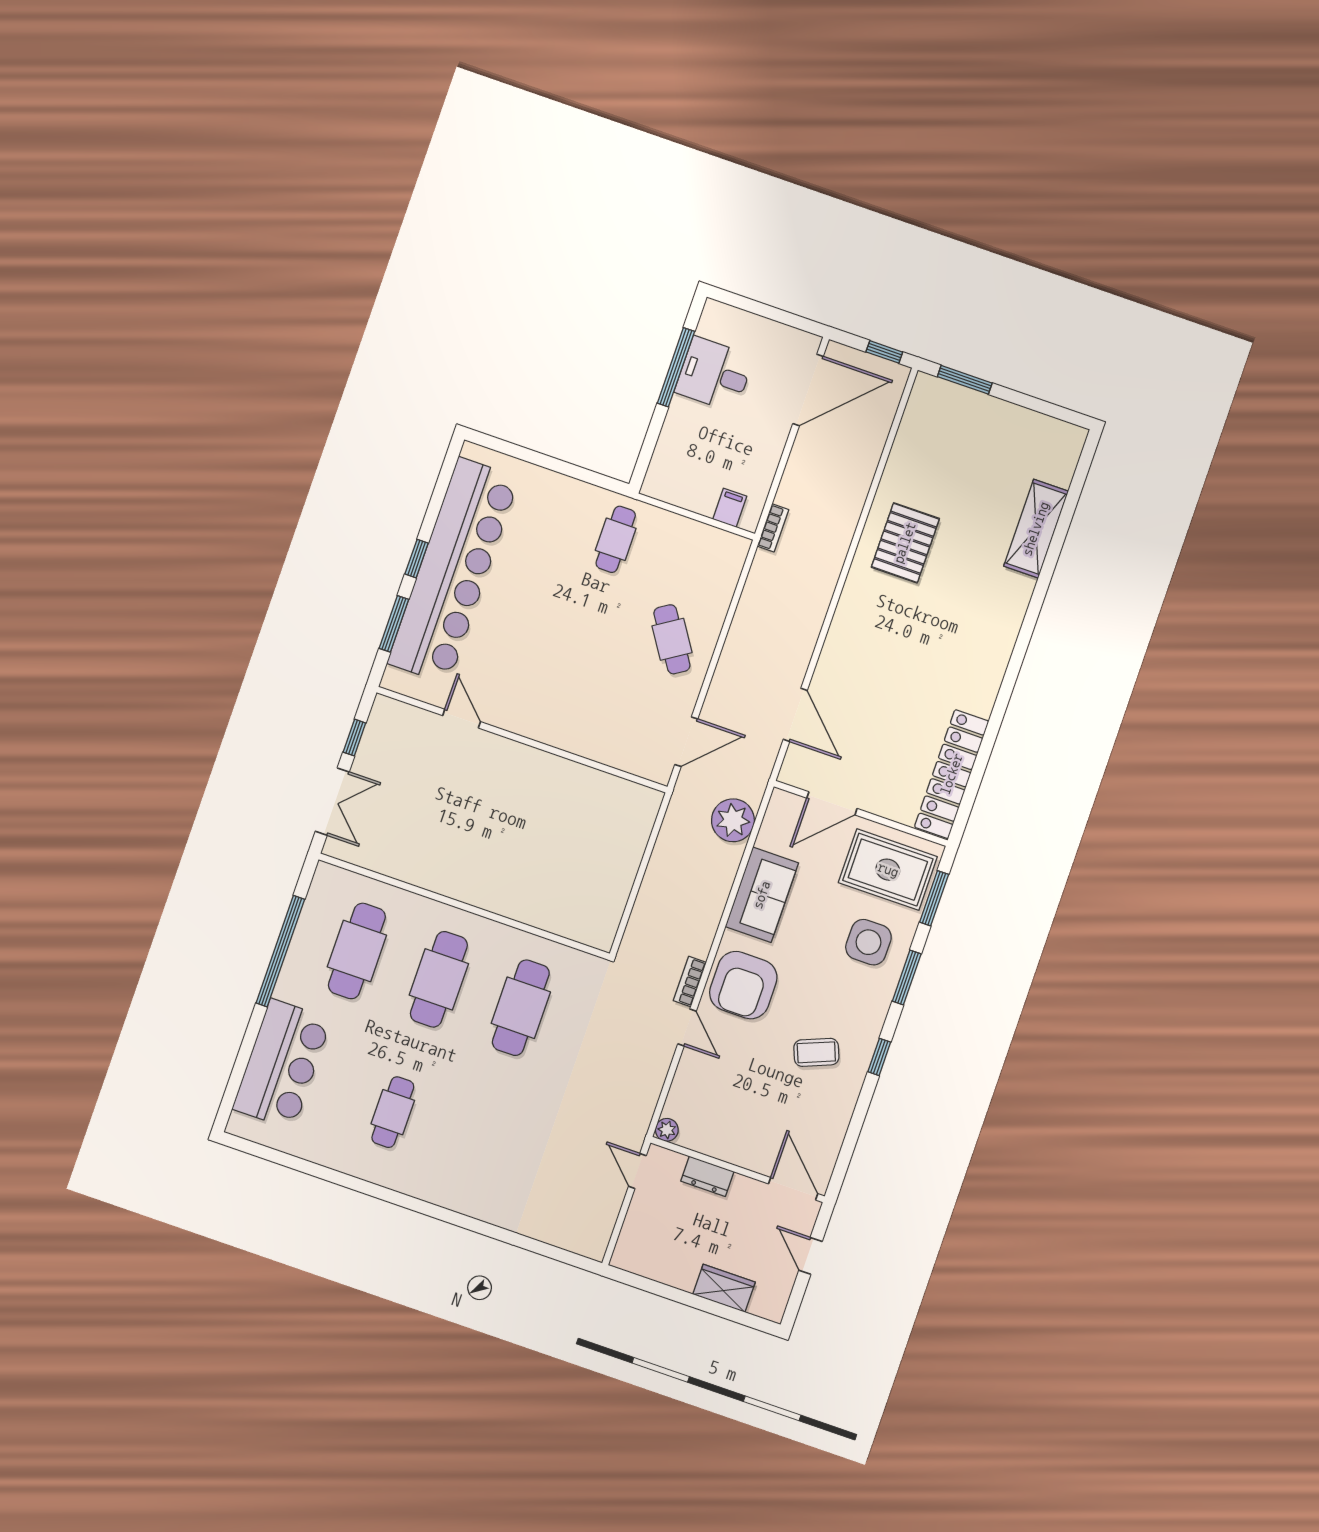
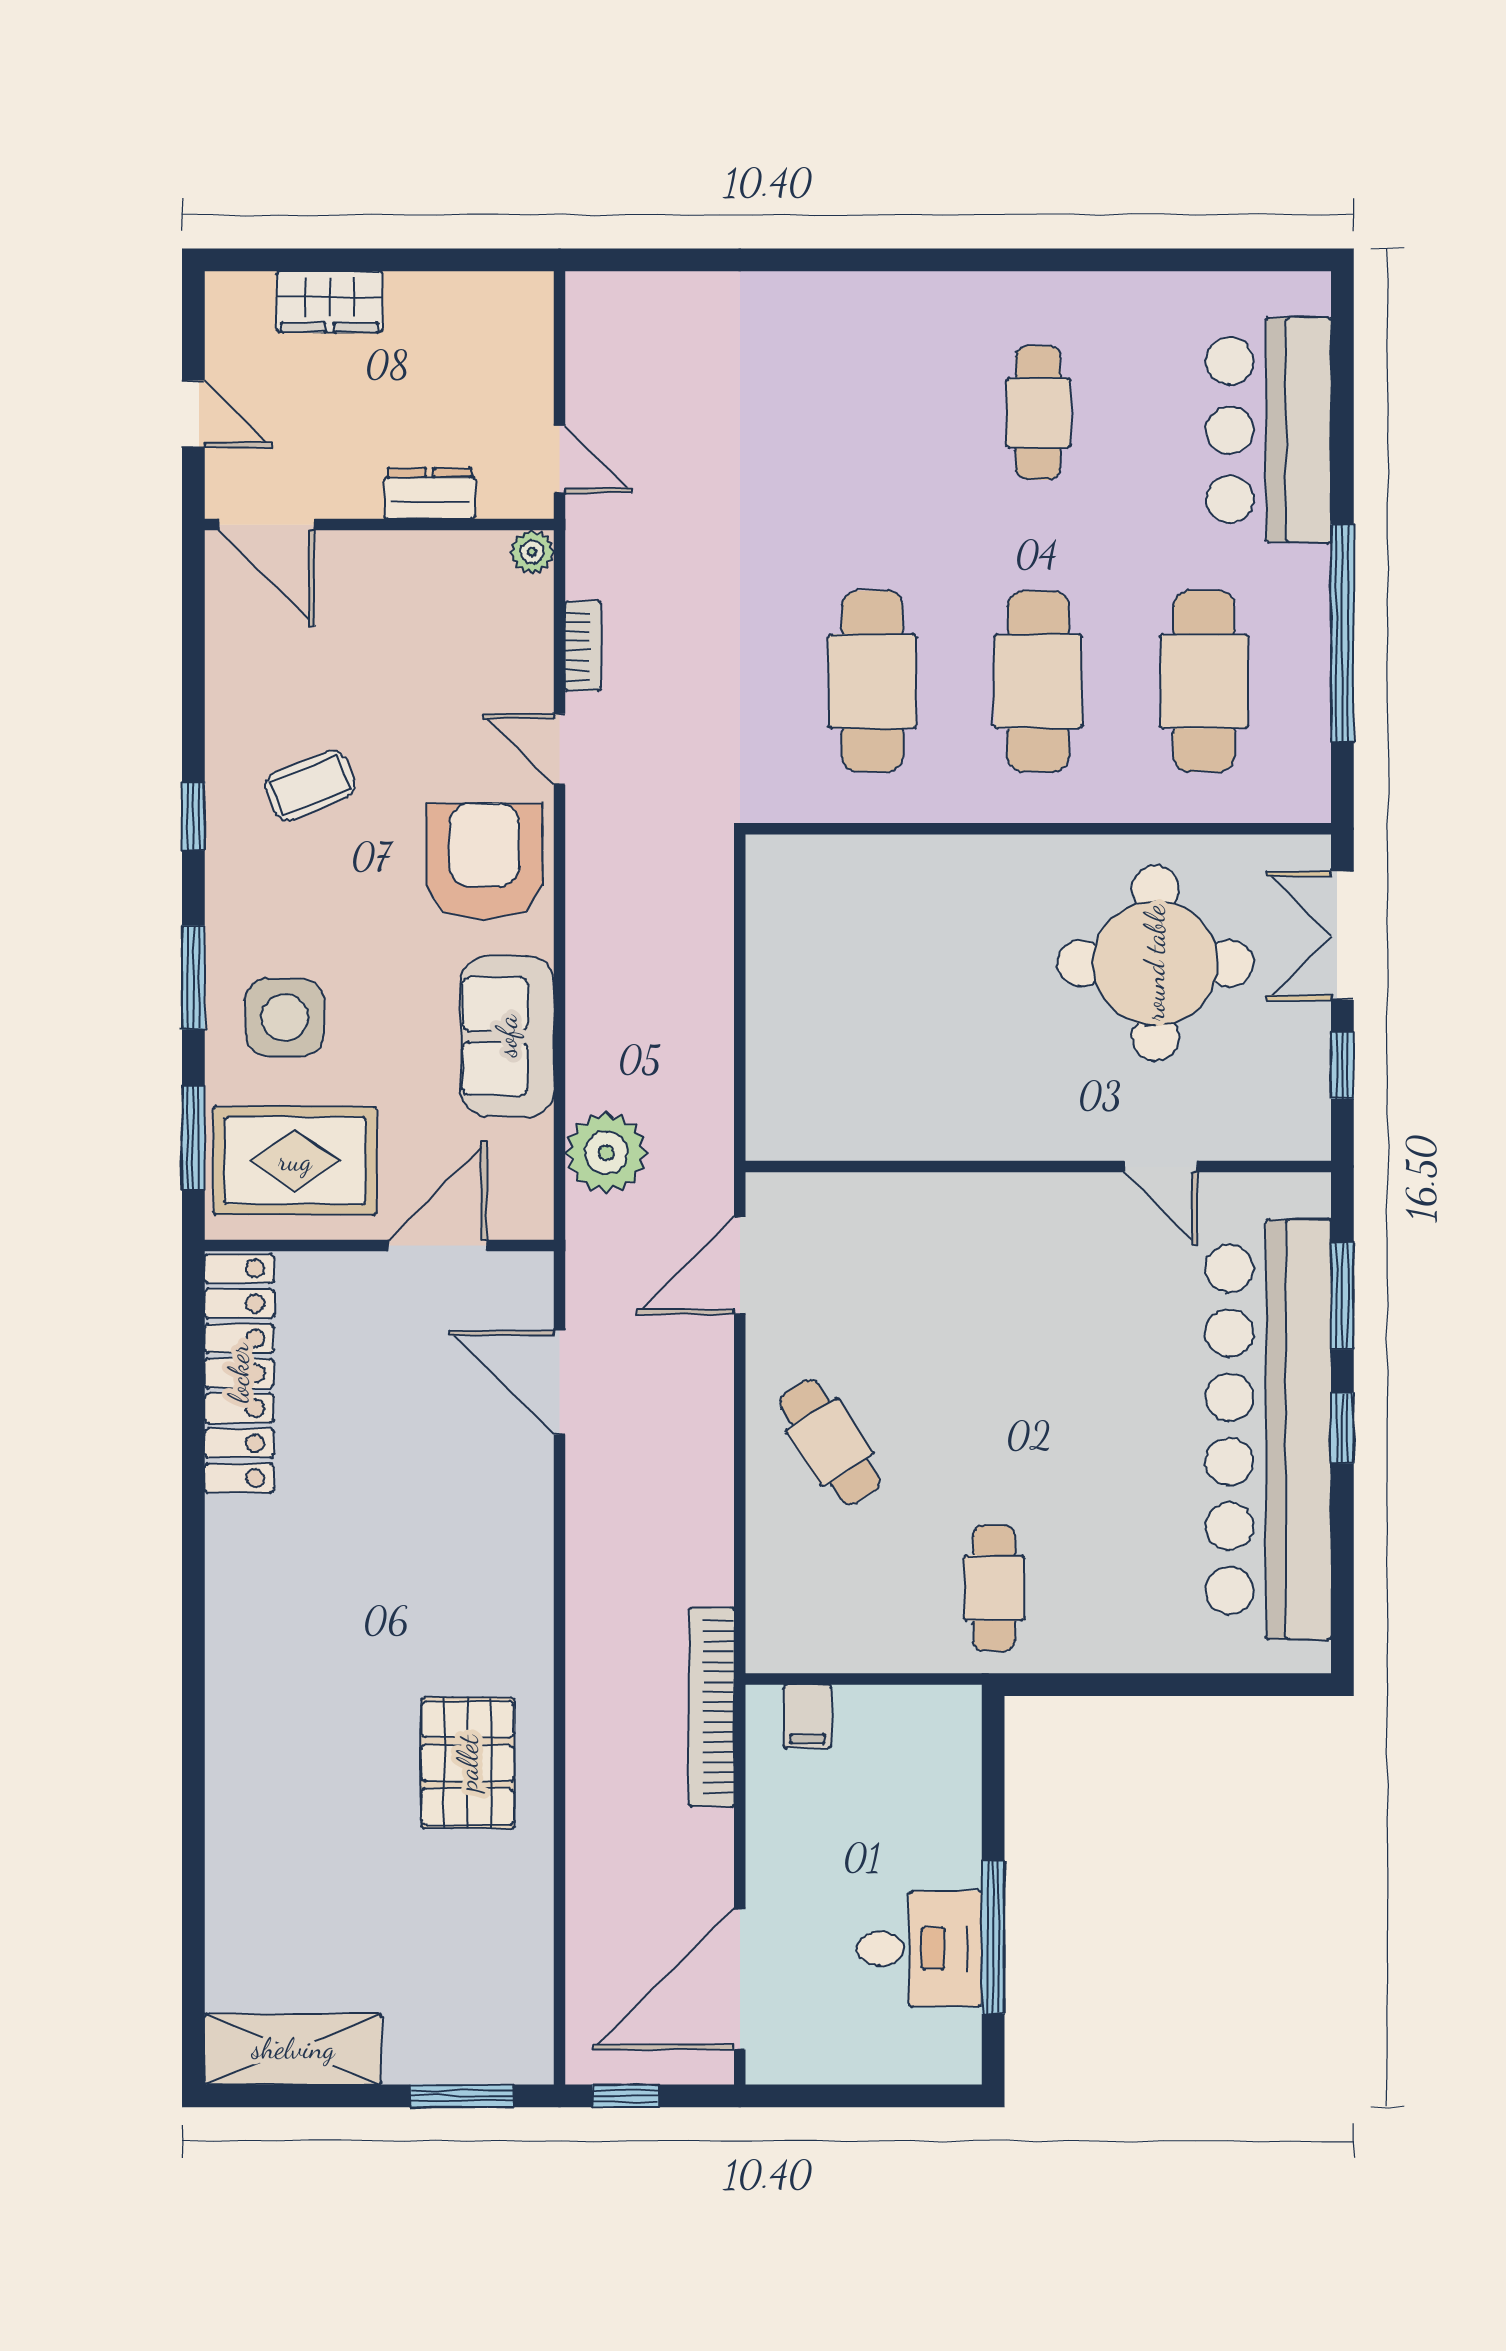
bookcase: (773, 528) -> (711, 1707), width x2.31, depth x1.31
shelving: (1036, 529) -> (293, 2049), moved, turned 90
round table: (429, 820) -> (1155, 963), added
bookcase: (690, 982) -> (583, 646), moved

